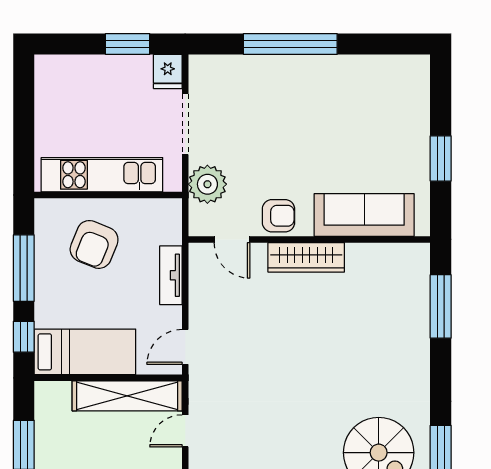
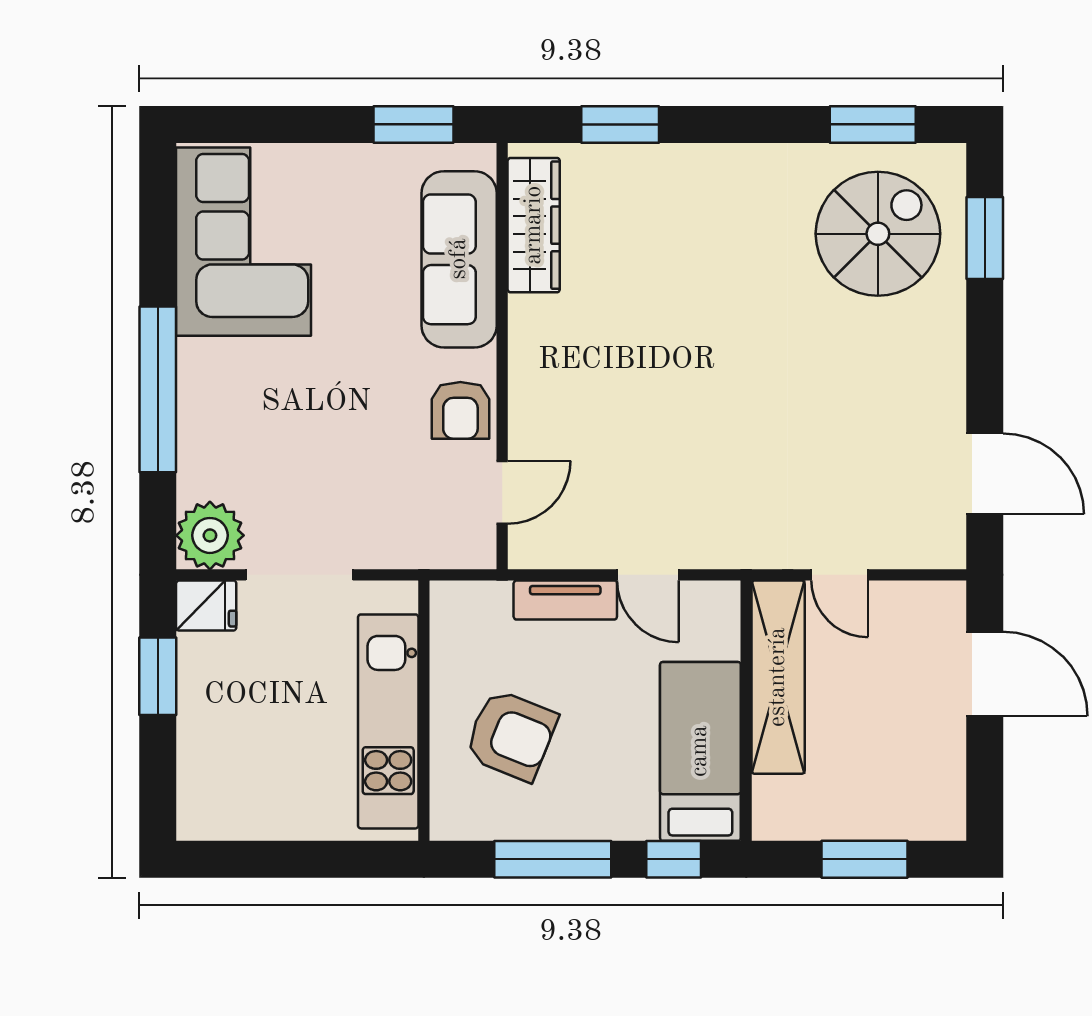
corner sofa: (374, 93) -> (243, 242), added
window: (441, 158) -> (414, 124), moved
plant: (207, 184) -> (210, 535), moved
armchair: (278, 216) -> (460, 410), turned 180
wardrobe: (306, 257) -> (534, 225), moved
window: (441, 306) -> (620, 124), width x0.69
door: (185, 347) -> (648, 575), moved

